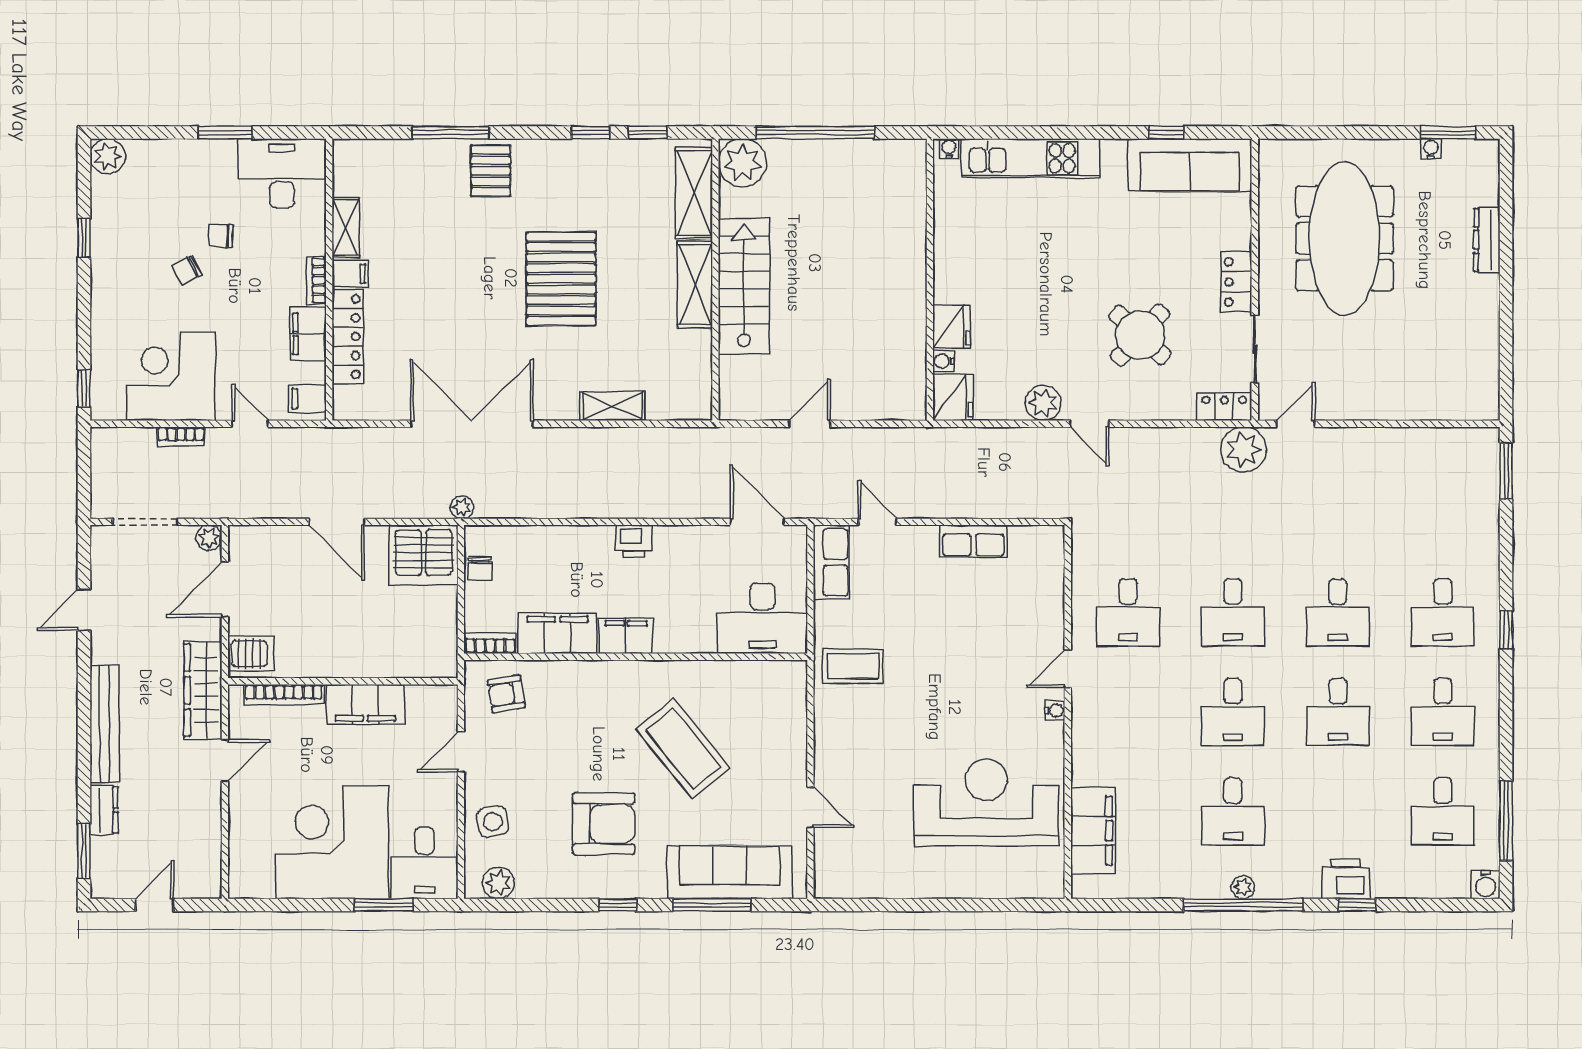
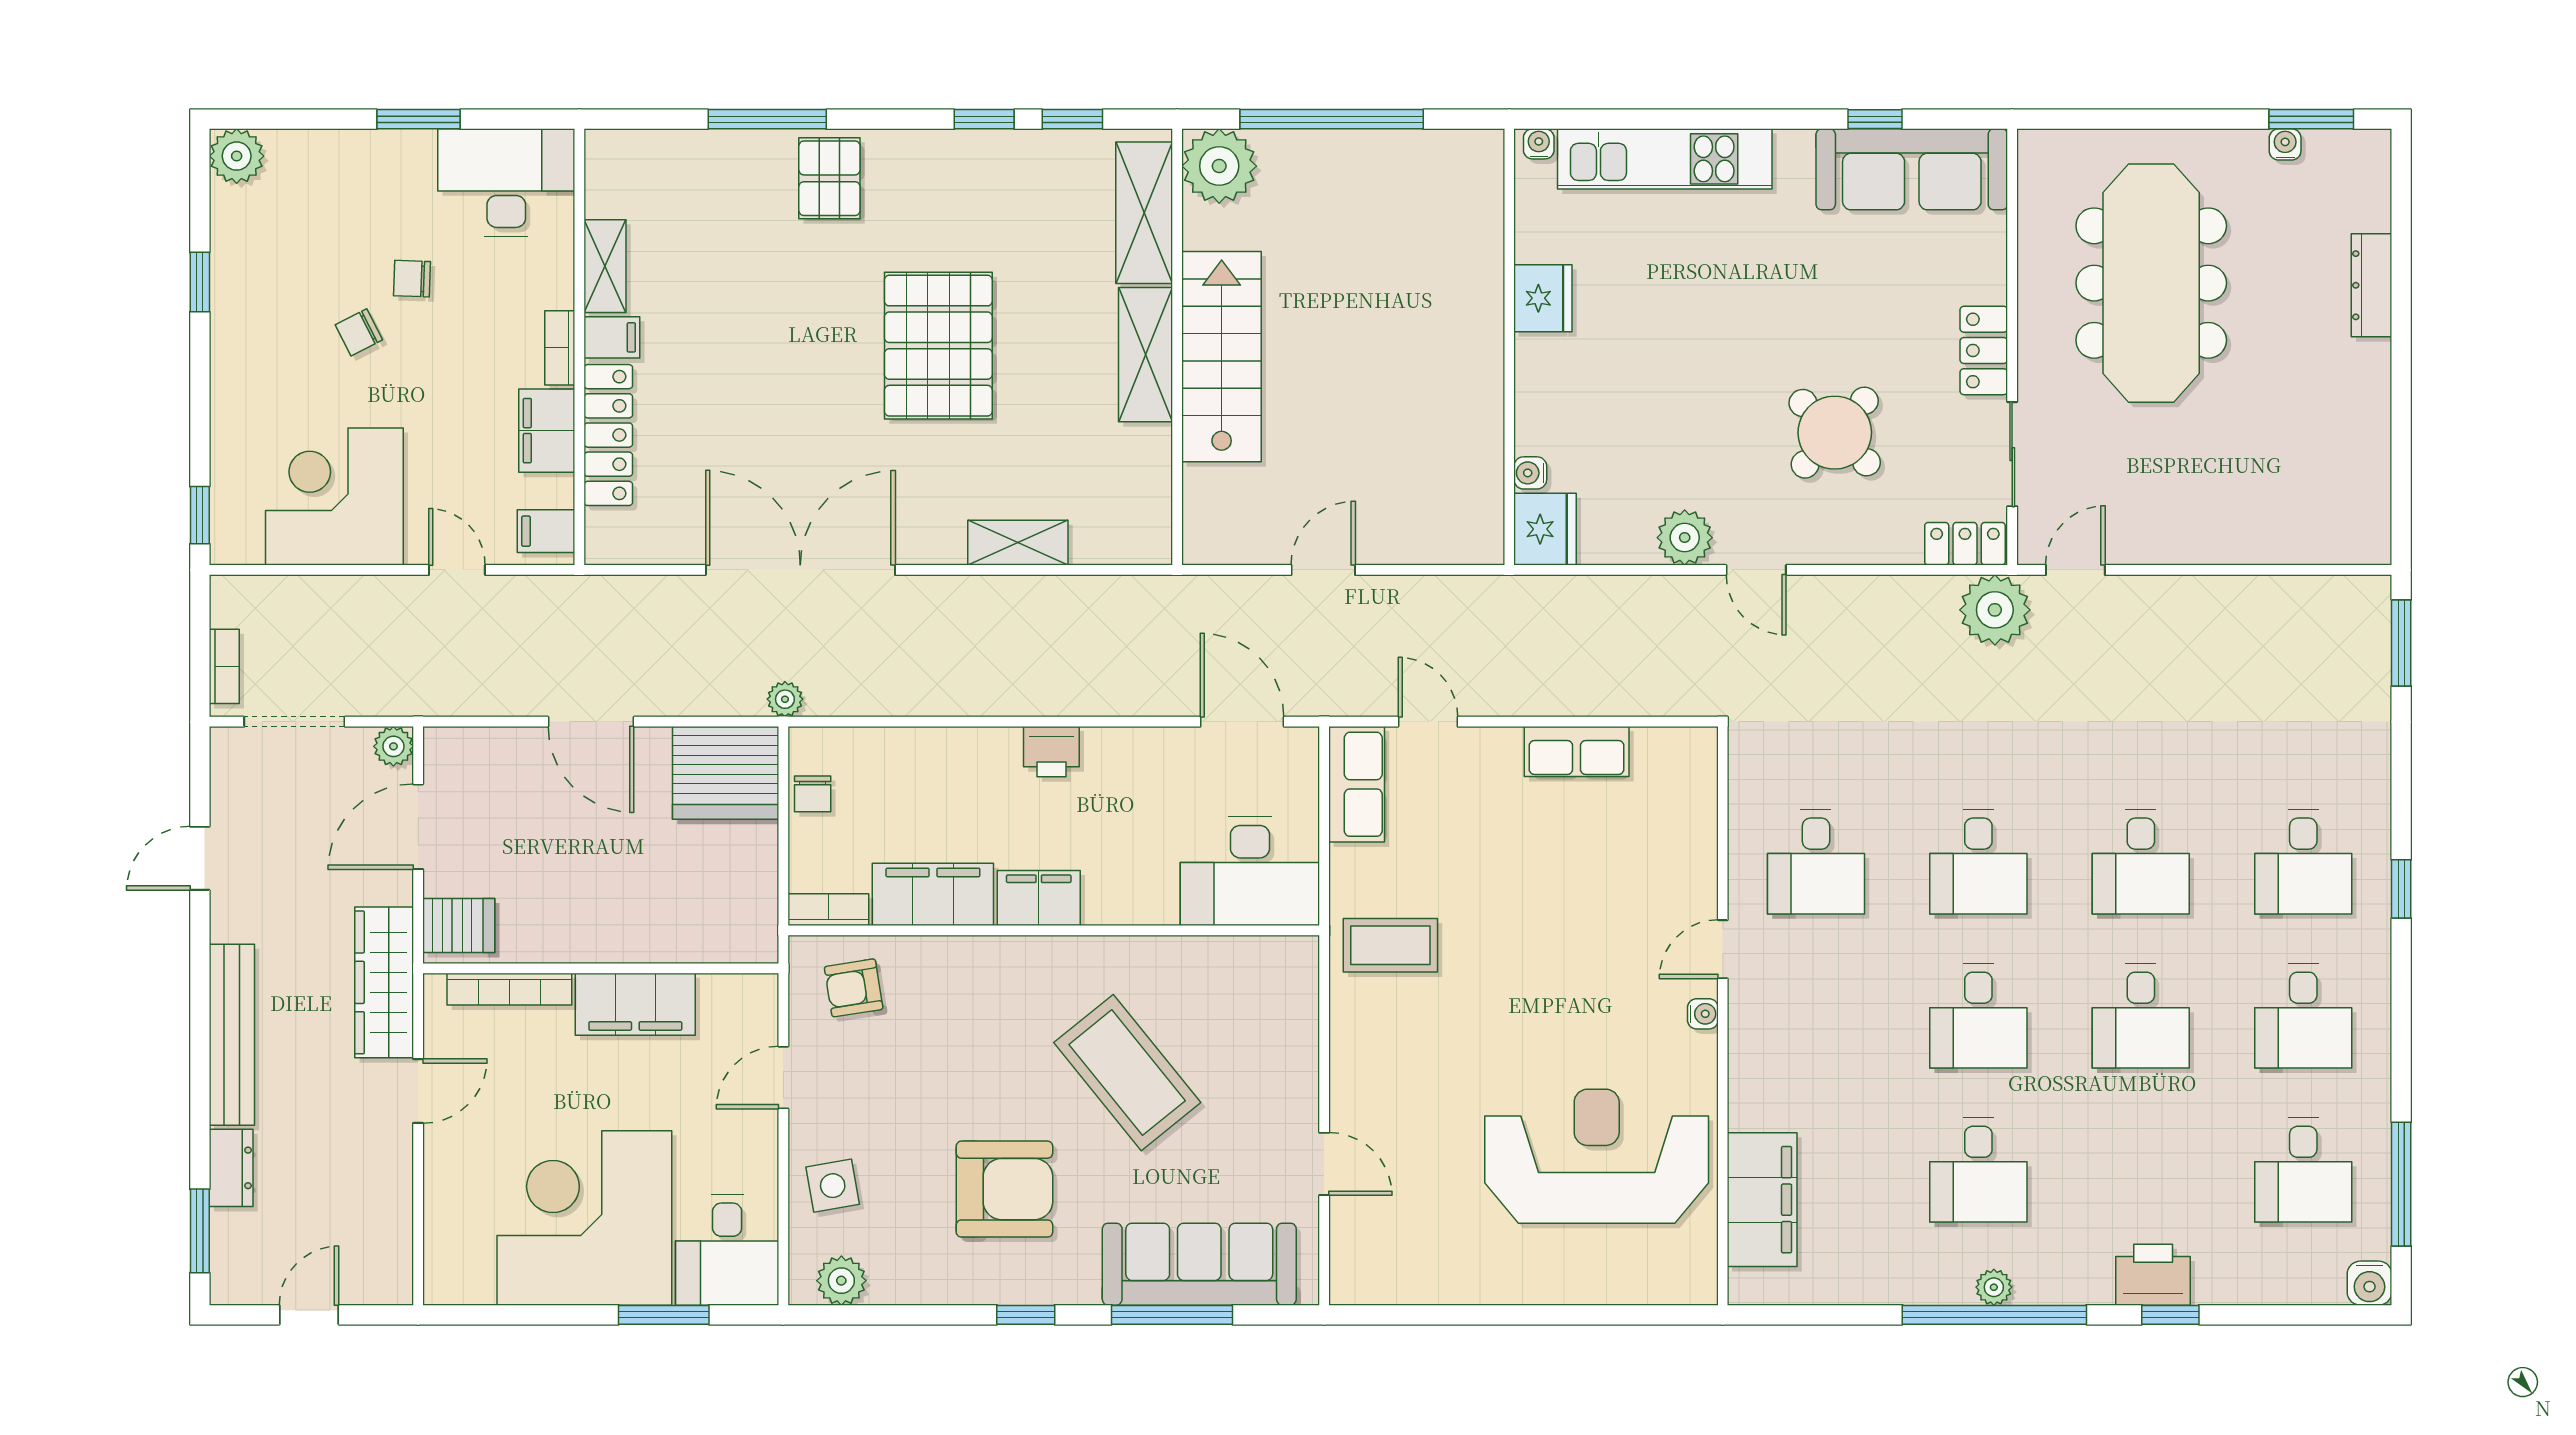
fridge: (952, 326) -> (1543, 298), moved
bookcase: (181, 436) -> (224, 666), moved, turned -90

